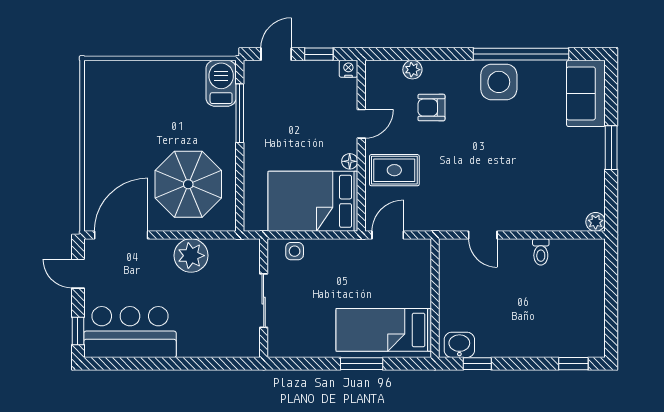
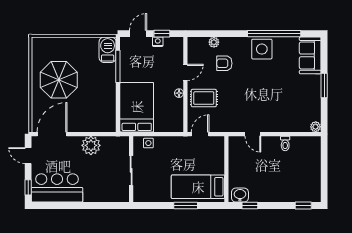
nightstand: (348, 69) -> (158, 42), moved
parasol: (188, 184) -> (59, 80), moved
bed: (313, 201) -> (137, 107), moved, turned 90

